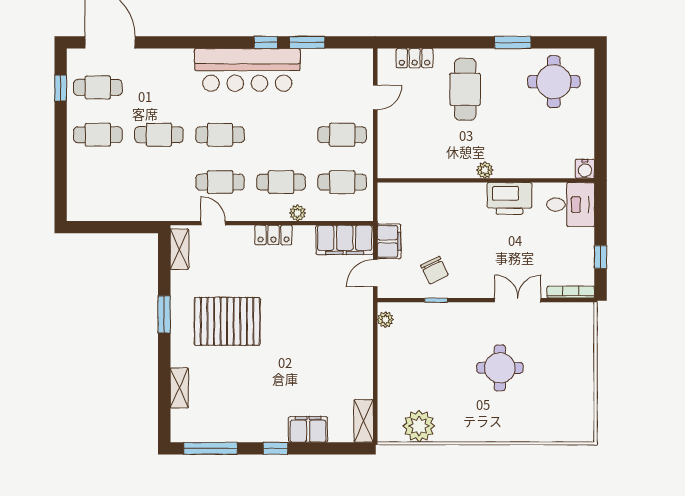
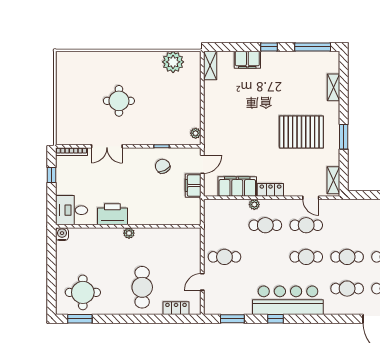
window: (307, 42) -> (232, 319), moved
window: (513, 42) -> (80, 319), moved
cafe table: (342, 182) -> (347, 289), moved
filing cabinet: (345, 240) -> (237, 187), moved

